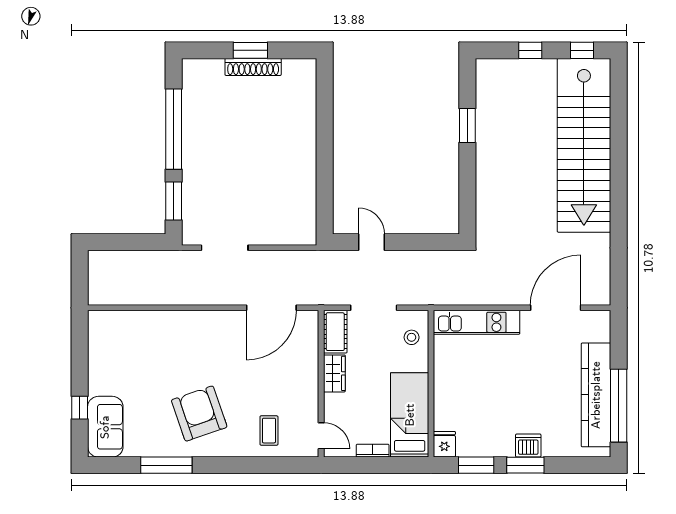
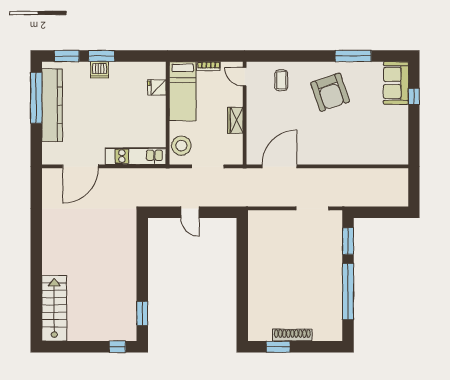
window: (250, 50) -> (278, 347), moved
window: (530, 50) -> (117, 347), moved
window: (582, 50) -> (62, 347), removed
window: (467, 125) -> (142, 313), moved
stairs: (584, 145) -> (54, 308), width x0.54, depth x0.66
door: (372, 242) -> (190, 212), moved
cot: (335, 332) -> (235, 150), removed
stool: (412, 337) -> (181, 146), width x1.89, depth x1.89
fridge: (444, 444) -> (157, 87), moved, turned 90
window: (476, 465) -> (67, 56), moved

